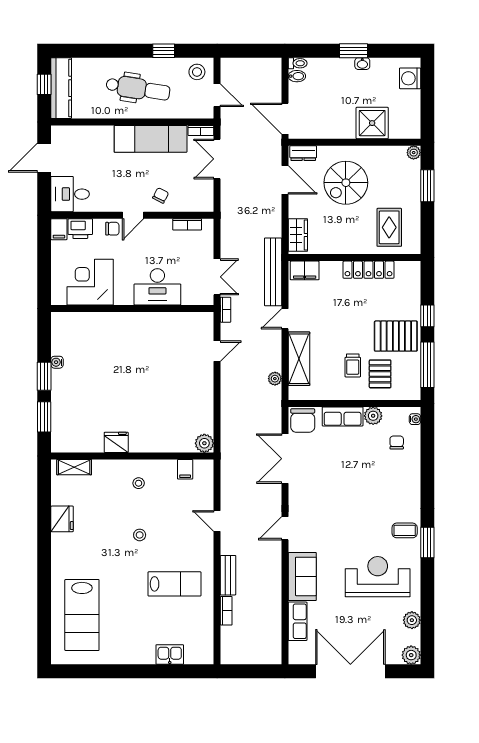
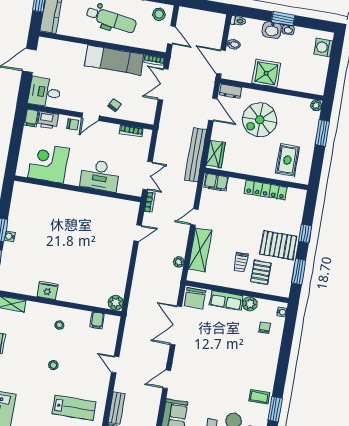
washbasin: (342, 67) -> (272, 30), added
bidet: (297, 76) -> (234, 44), moved
shower: (372, 123) -> (266, 73), moved
bench: (273, 272) -> (196, 155), moved
water cooler: (57, 362) -> (10, 236), moved
window: (427, 365) -> (299, 272), width x0.69

